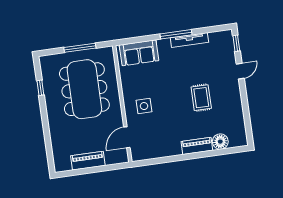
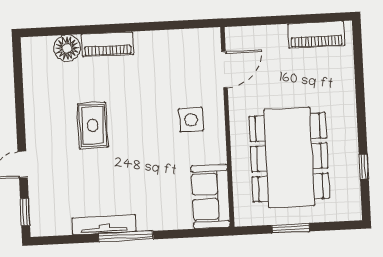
window: (80, 48) -> (291, 228), width x0.69
sofa: (139, 53) -> (211, 196), moved, turned -90
piano: (88, 161) -> (316, 35), moved

